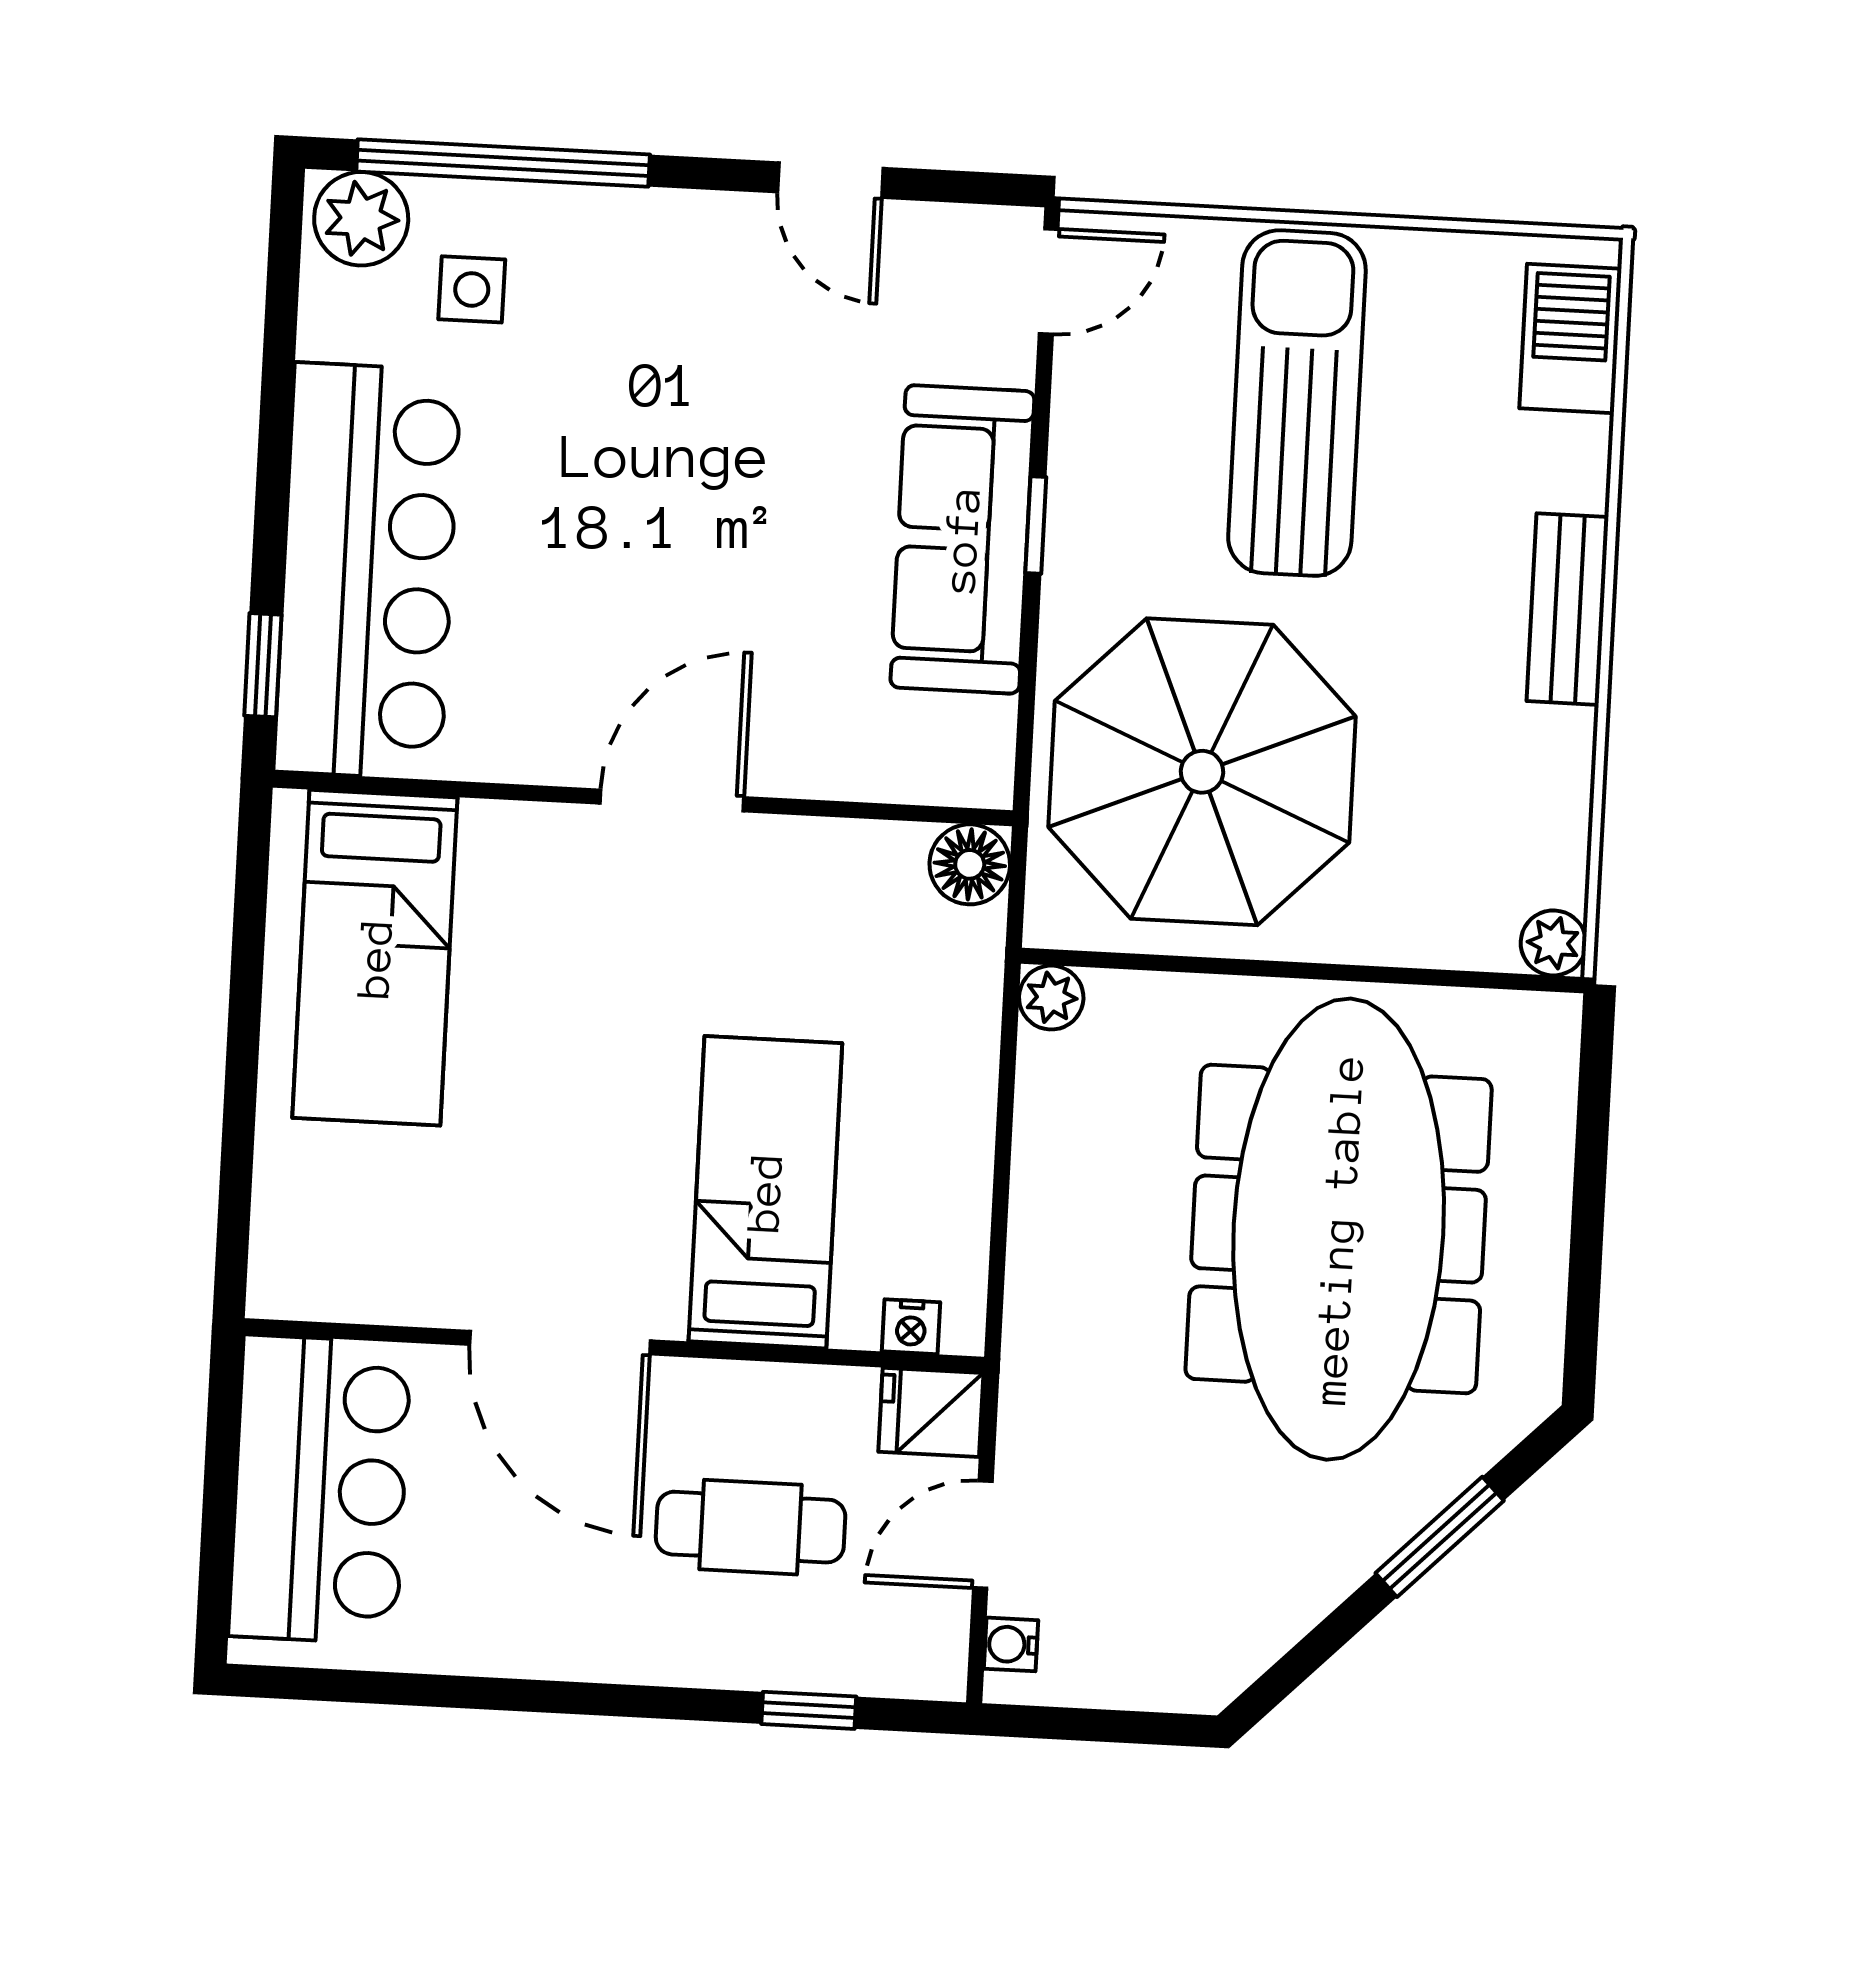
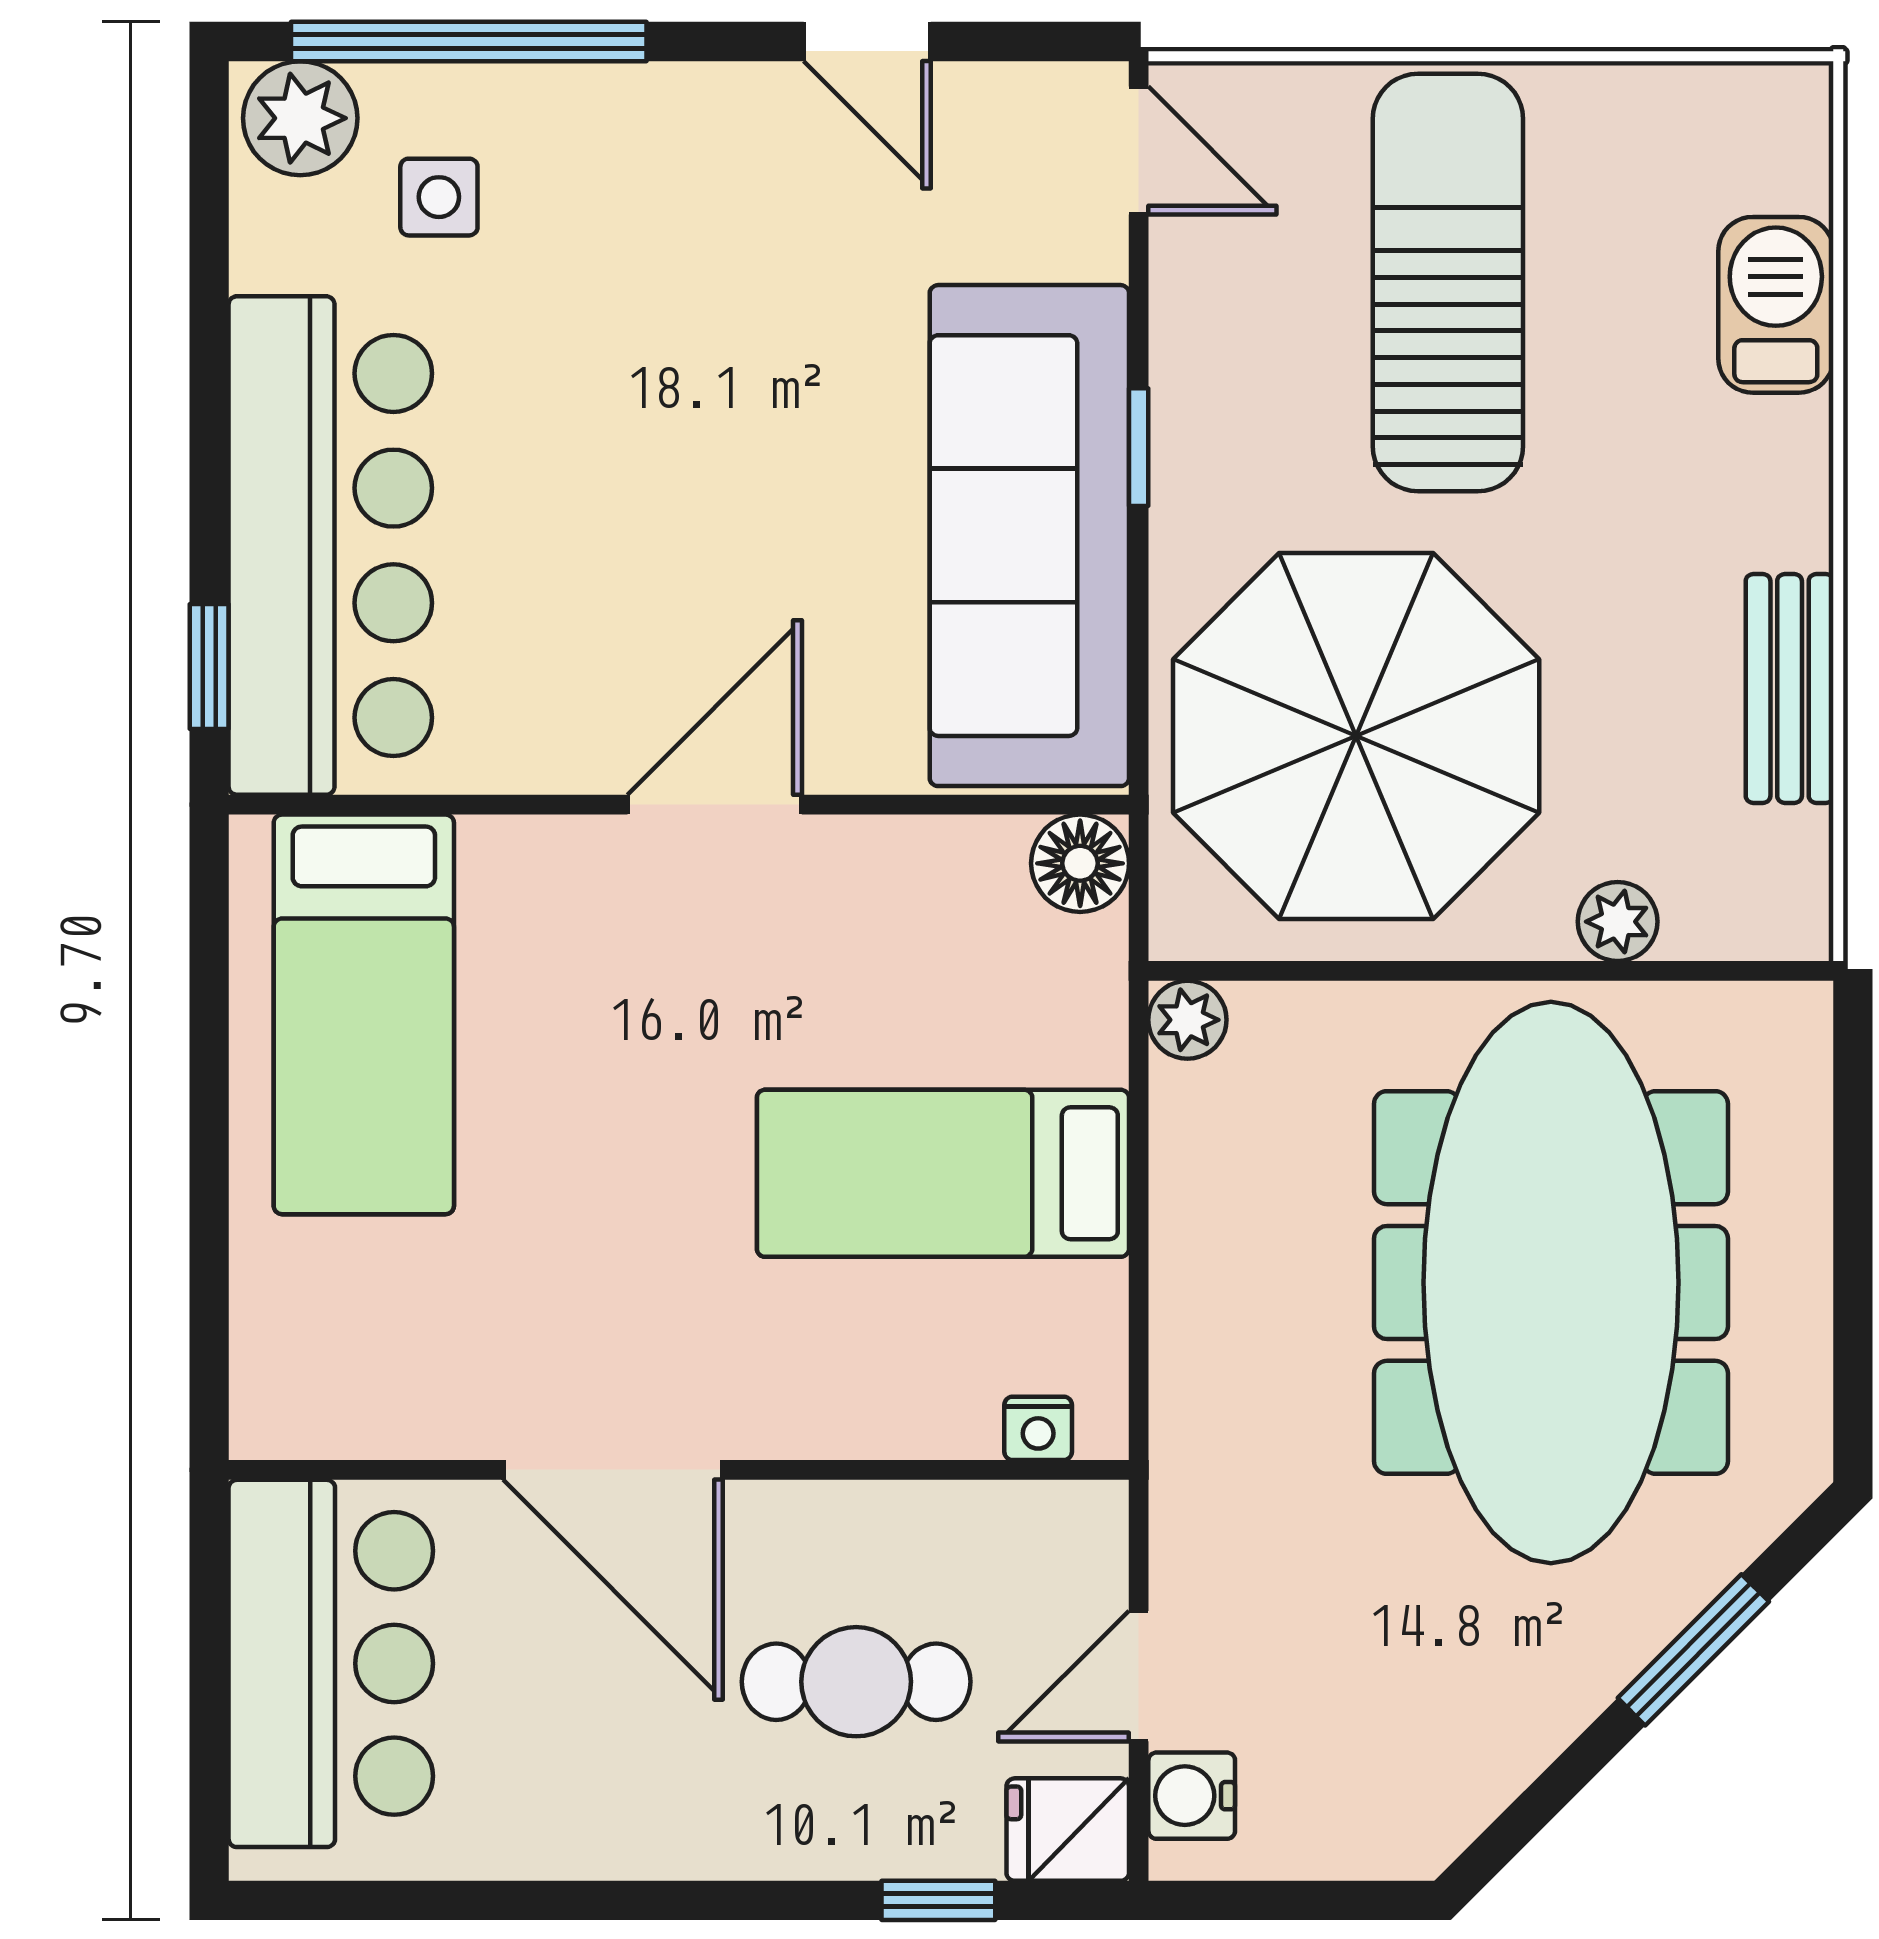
door: (1049, 281) -> (1139, 151), hinge flipped
barbecue: (1570, 338) -> (1776, 305), moved
sofa: (962, 539) -> (1029, 536), width x1.36, depth x1.27
bench: (1568, 609) -> (1790, 688), moved
plant: (1553, 943) -> (1618, 922), moved
bed: (765, 1192) -> (943, 1173), moved, turned -90
fridge: (931, 1412) -> (1068, 1830), moved
water cooler: (1011, 1644) -> (1192, 1796), width x1.38, depth x1.38

